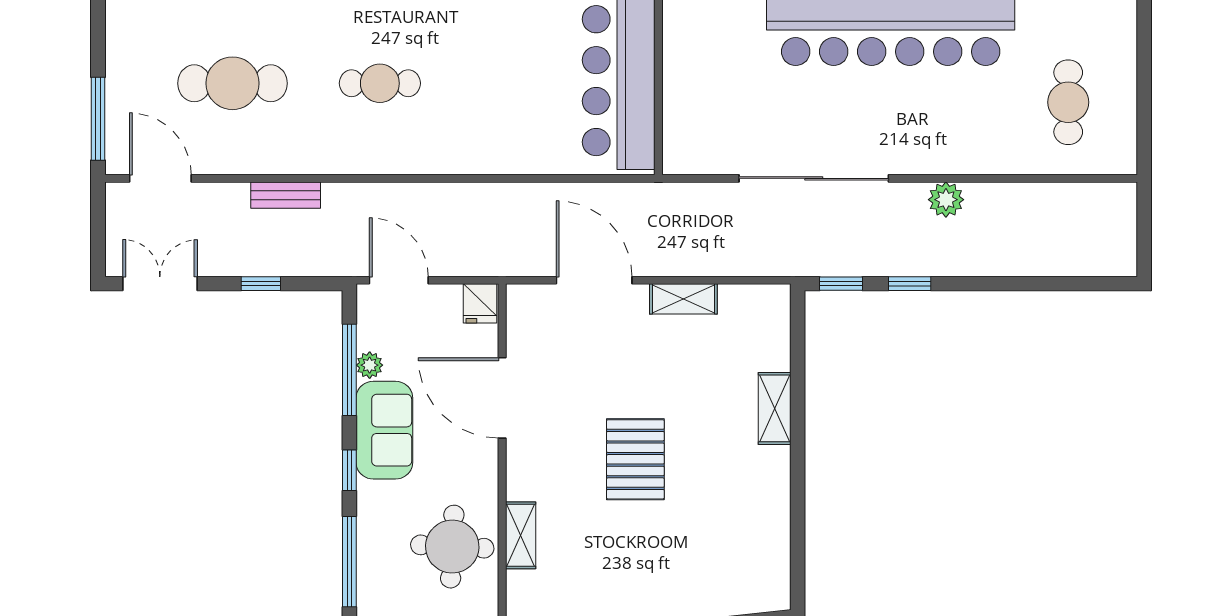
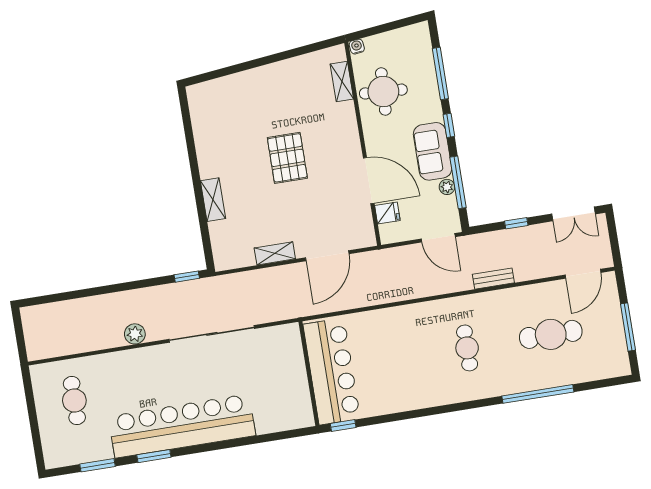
cafe table: (380, 83) -> (467, 348), turned 90
window: (98, 119) -> (628, 327), moved
door: (160, 178) -> (583, 274), hinge flipped
bench: (286, 195) -> (493, 279), moved
door: (594, 280) -> (327, 256), hinge flipped
window: (910, 284) -> (148, 283), removed
fridge: (480, 303) -> (387, 213), moved, turned 90
shelving: (521, 535) -> (342, 82), moved

